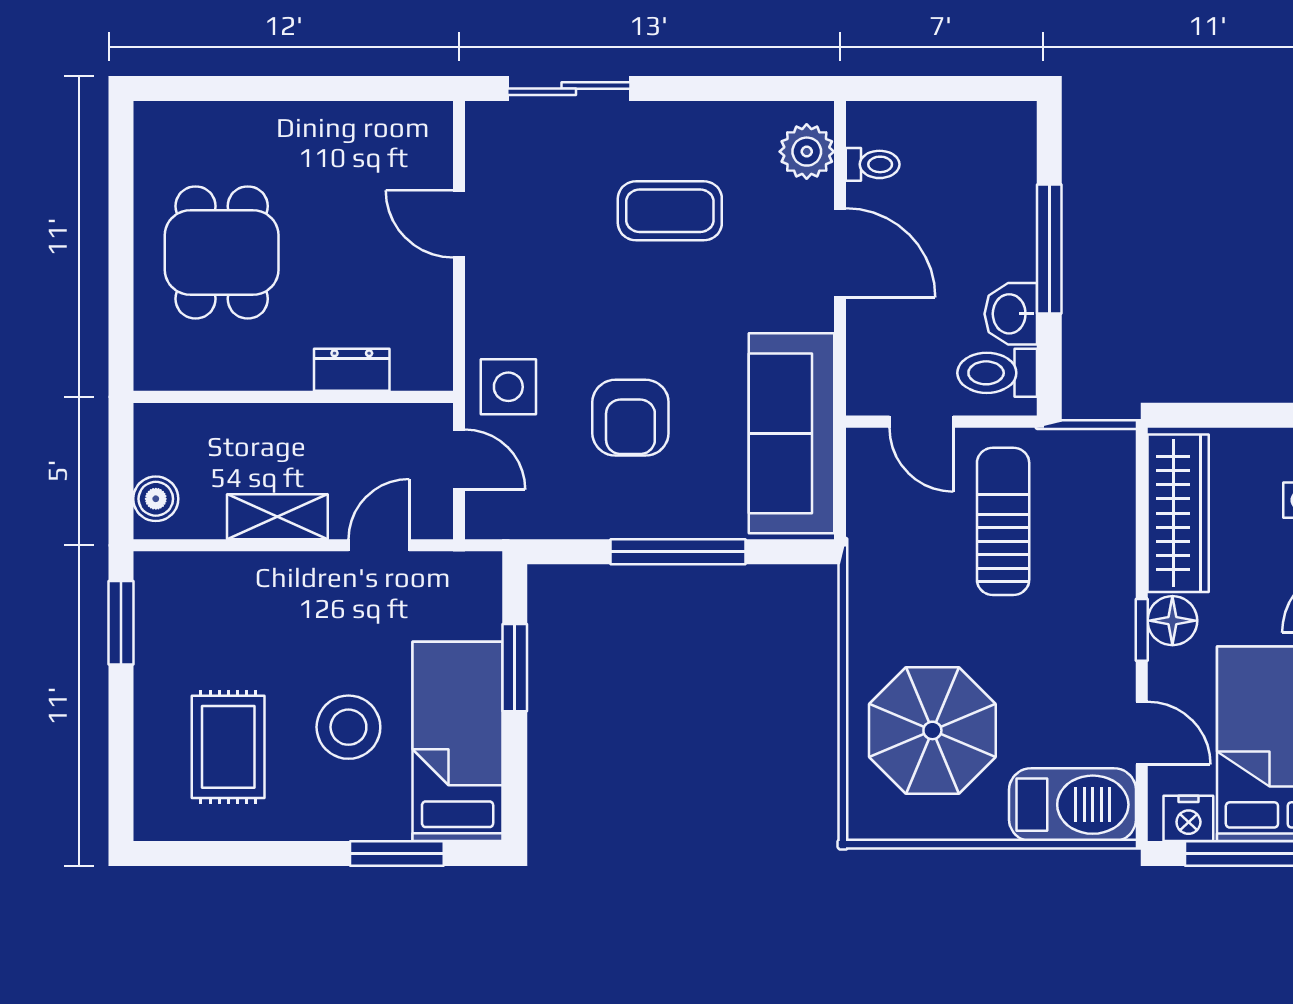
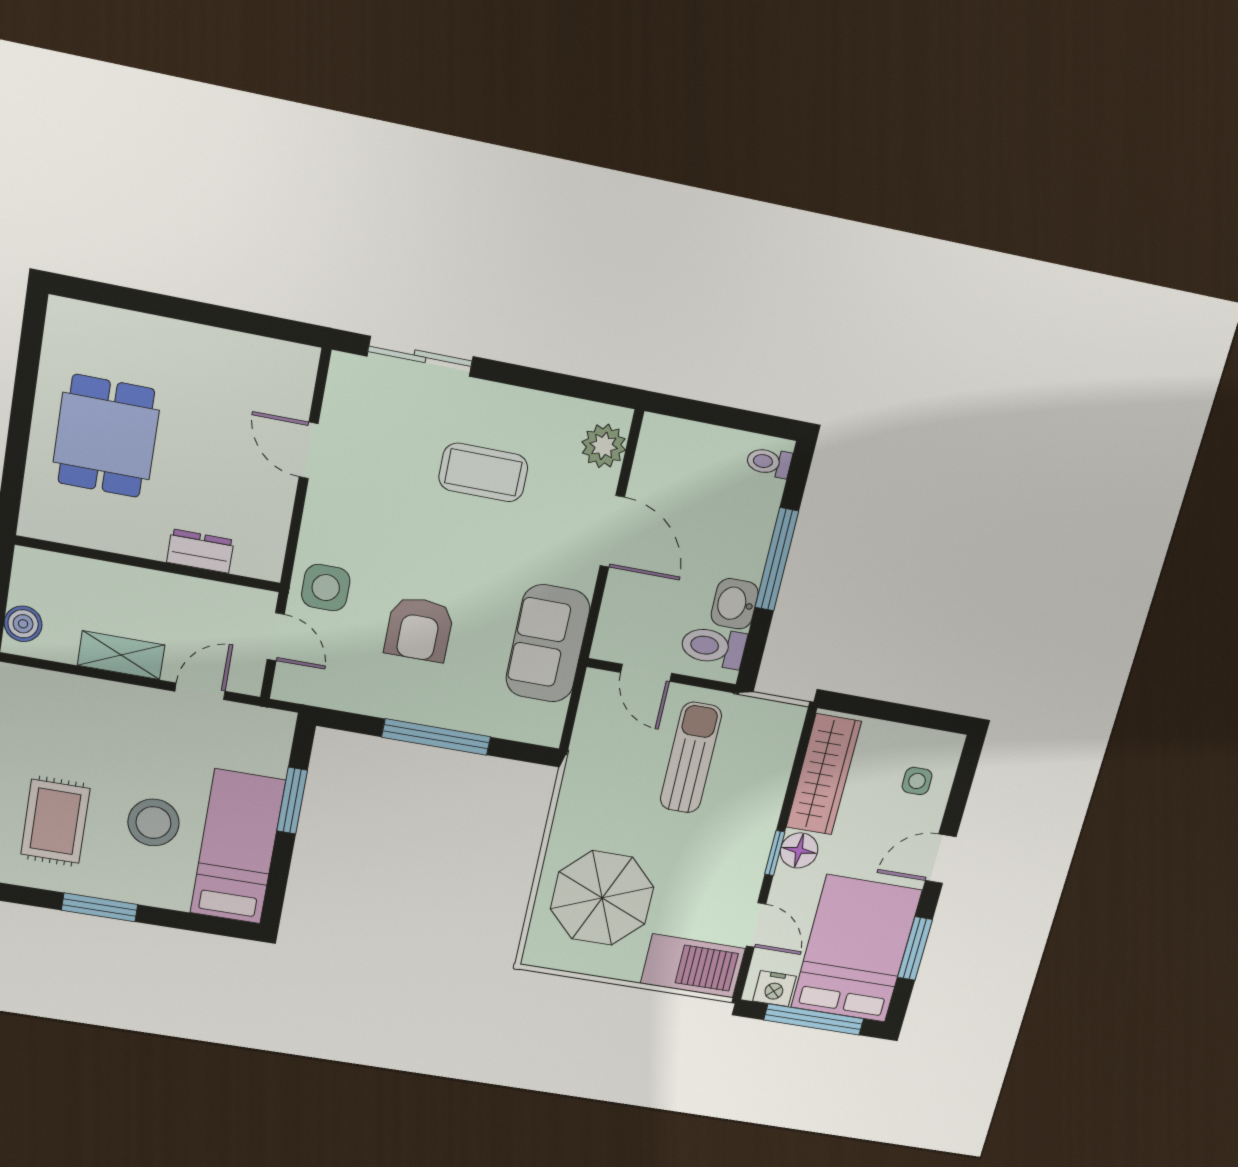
toilet: (873, 164) -> (769, 462), moved, turned 180
sofa: (792, 433) -> (548, 644), width x0.73
window: (397, 854) -> (100, 907), moved

